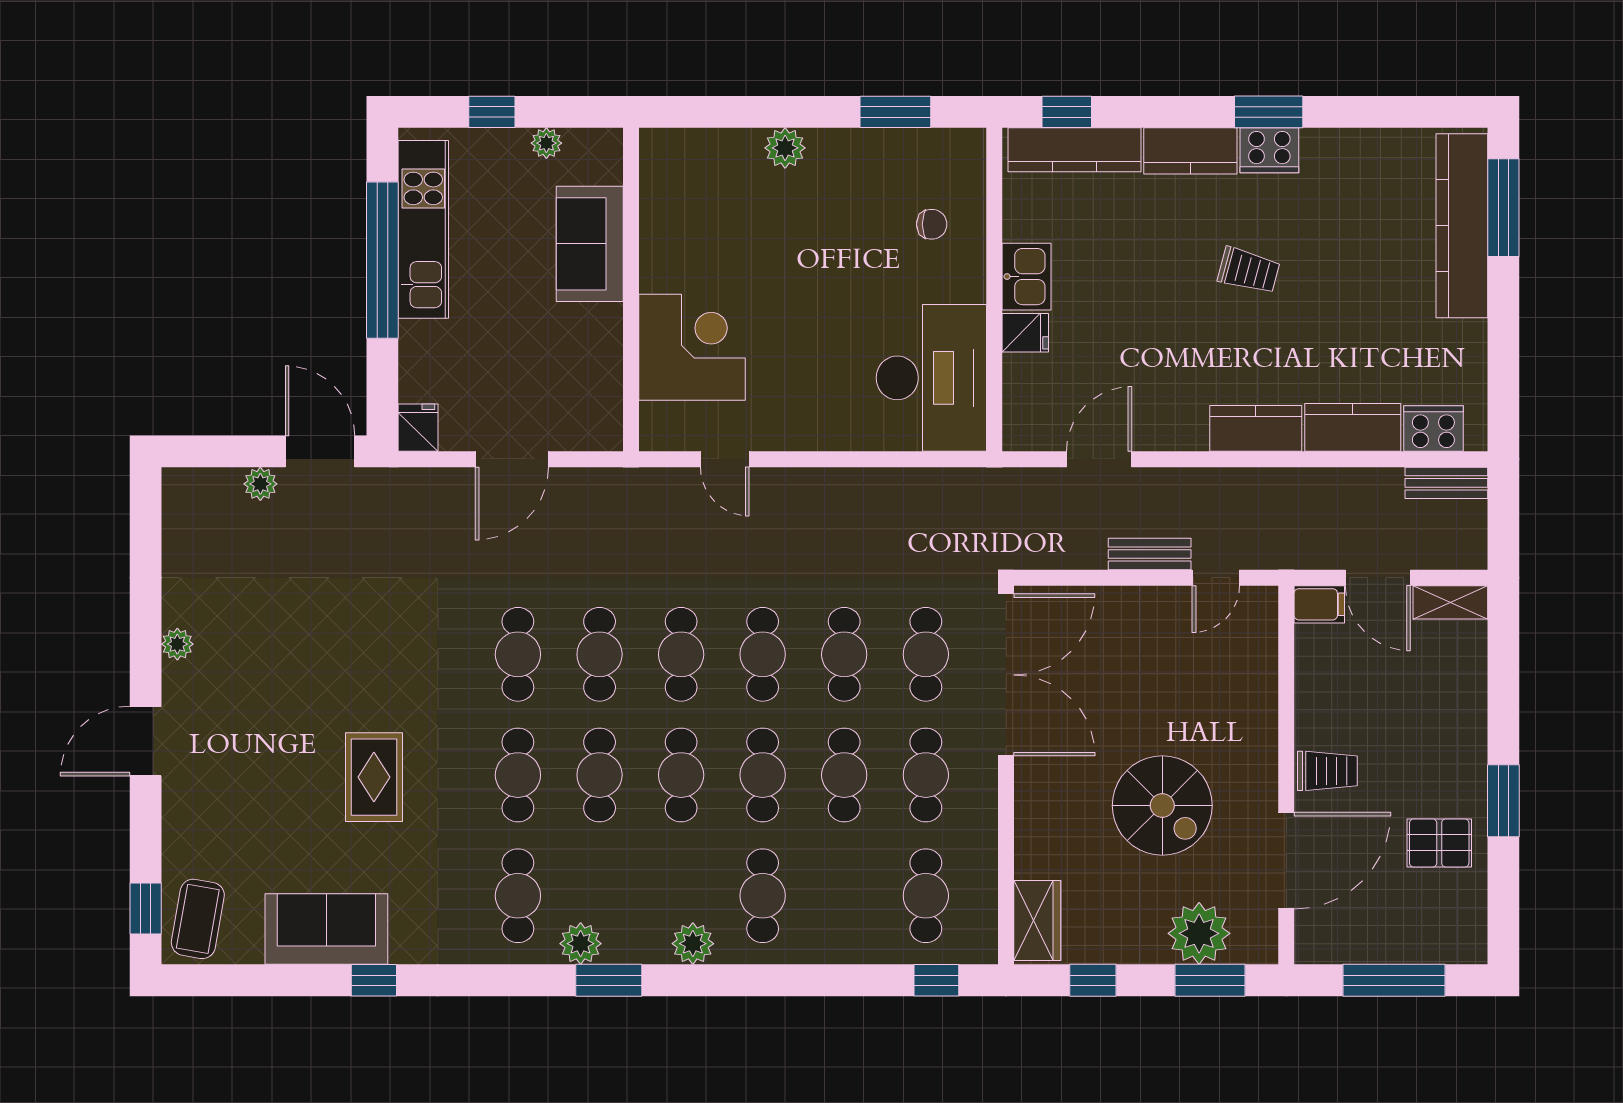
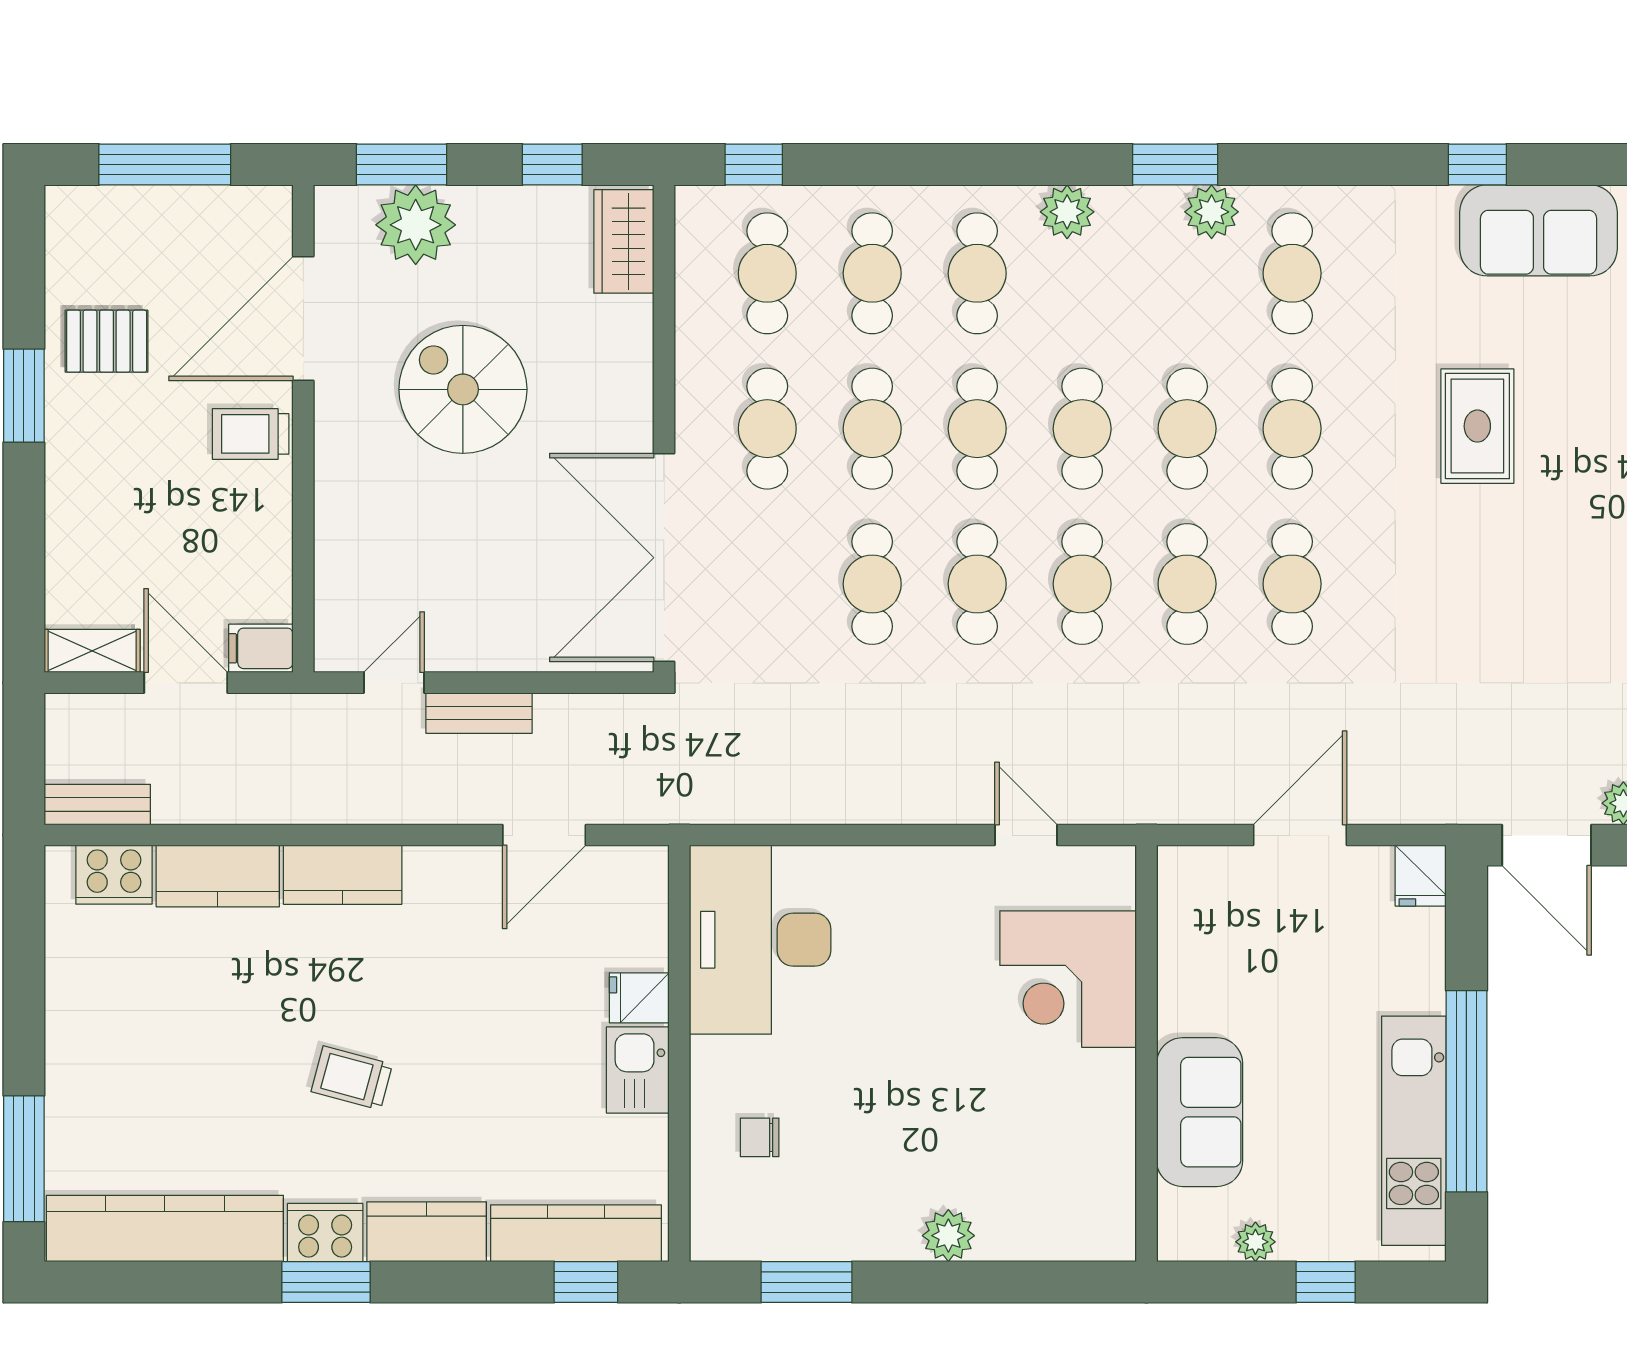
kitchen counter: (1462, 226) -> (165, 1228), moved, turned -90
cafe table: (926, 654) -> (872, 273), moved

